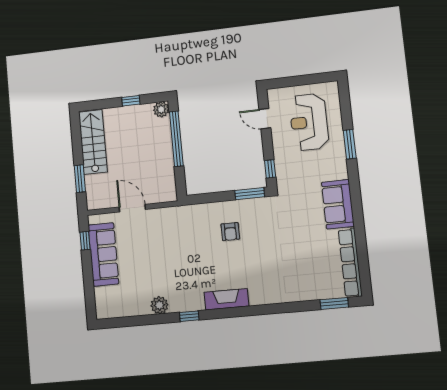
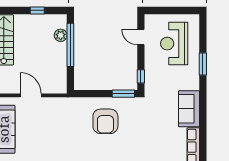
plant: (161, 109) -> (61, 35), moved
armchair: (230, 232) -> (105, 121), width x1.88, depth x1.88

